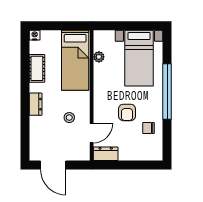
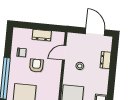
dresser: (36, 104) -> (106, 60), moved
dresser: (106, 154) -> (42, 35), moved

